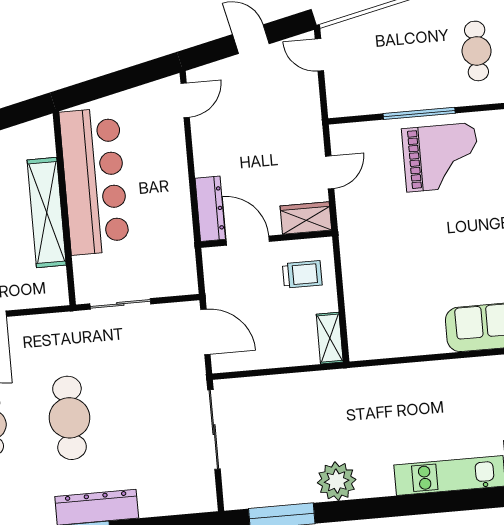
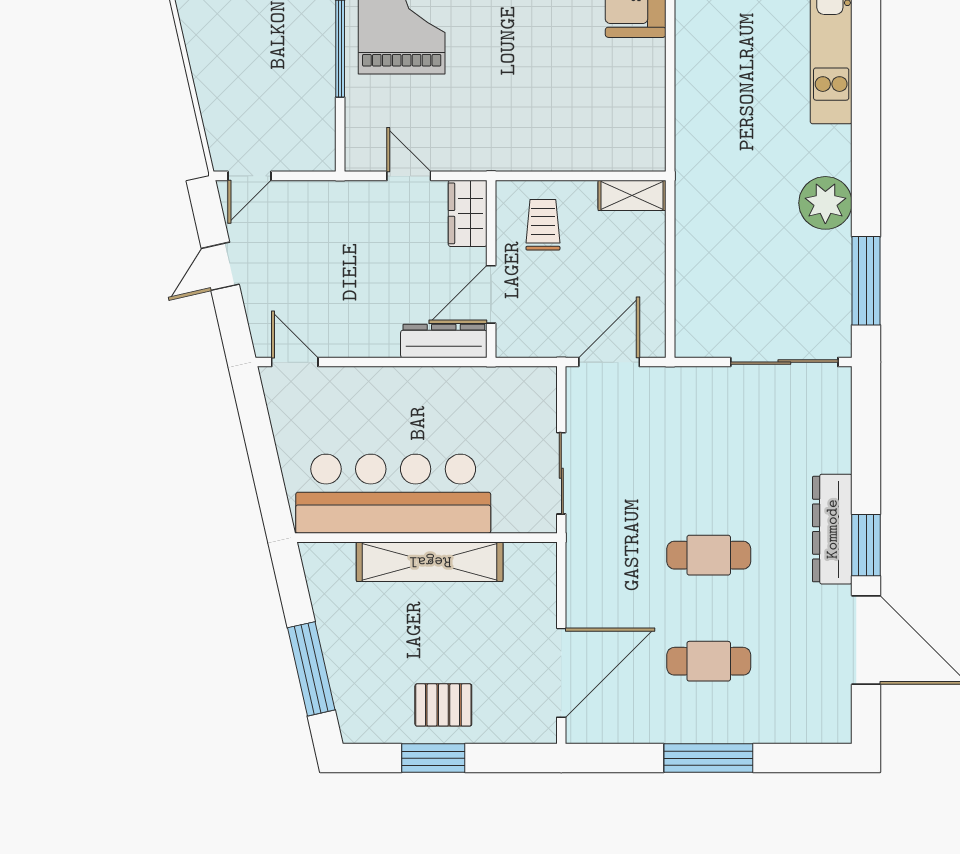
cafe table: (69, 418) -> (709, 555), width x0.73, depth x0.74
sliding door: (214, 430) -> (784, 362), moved

